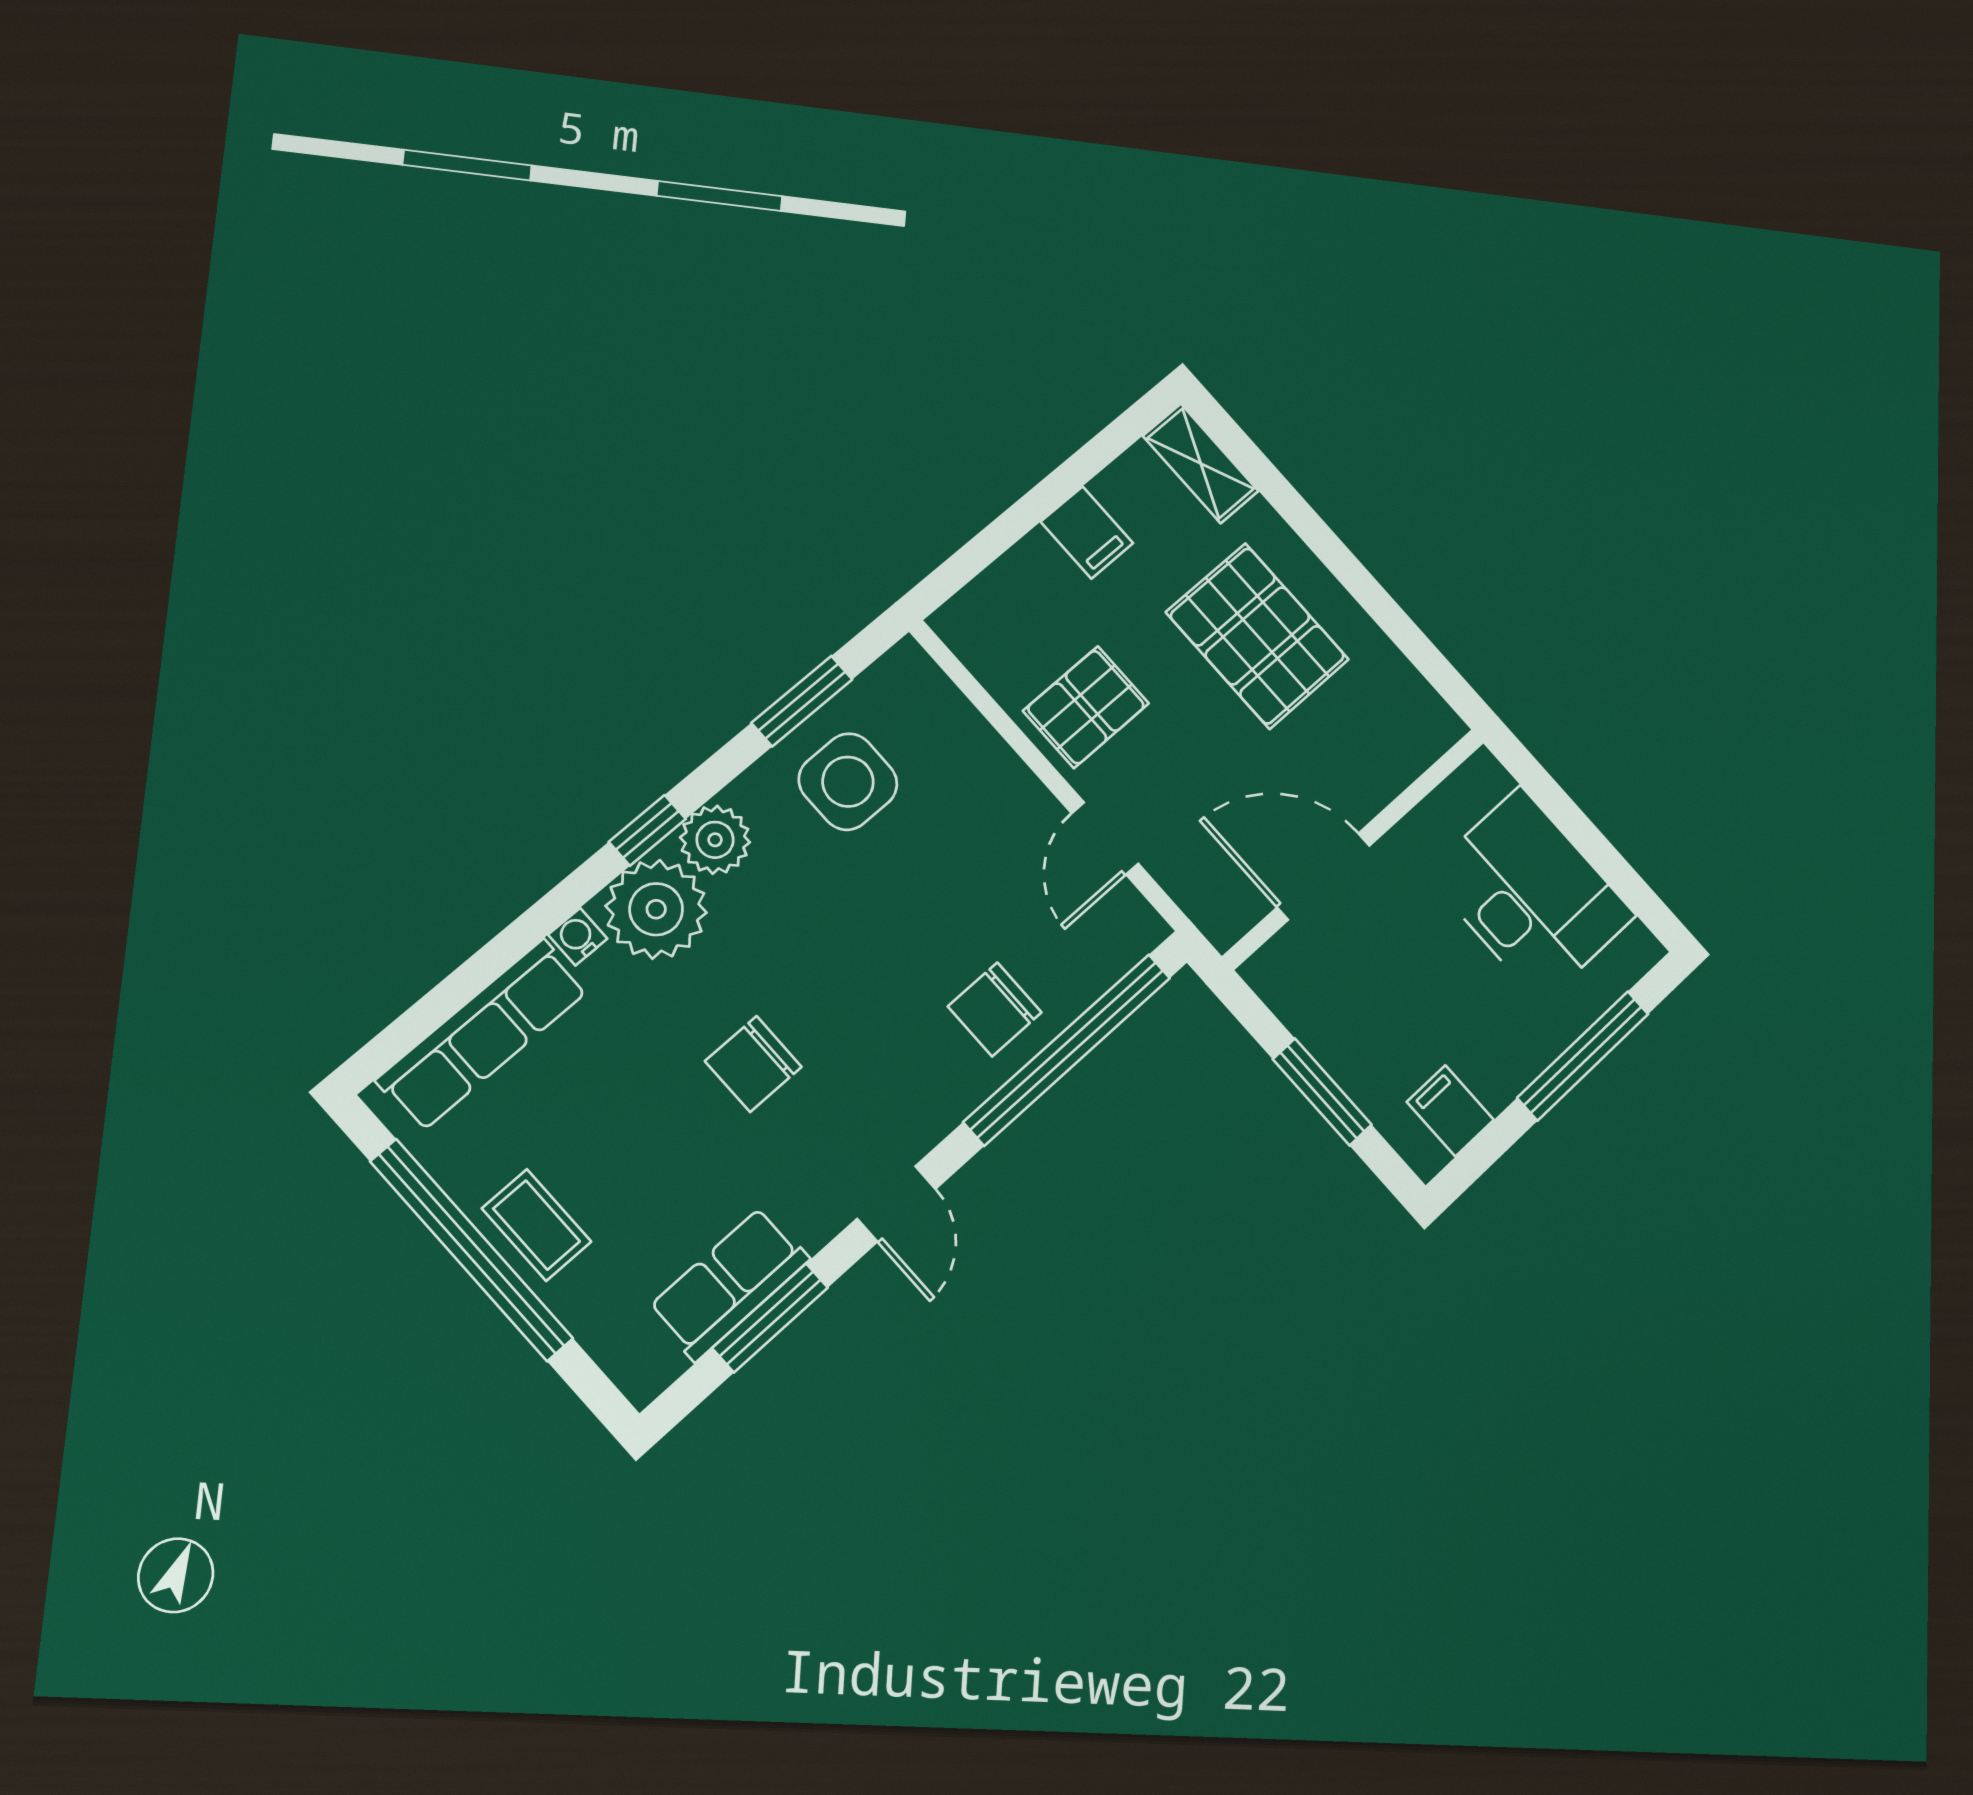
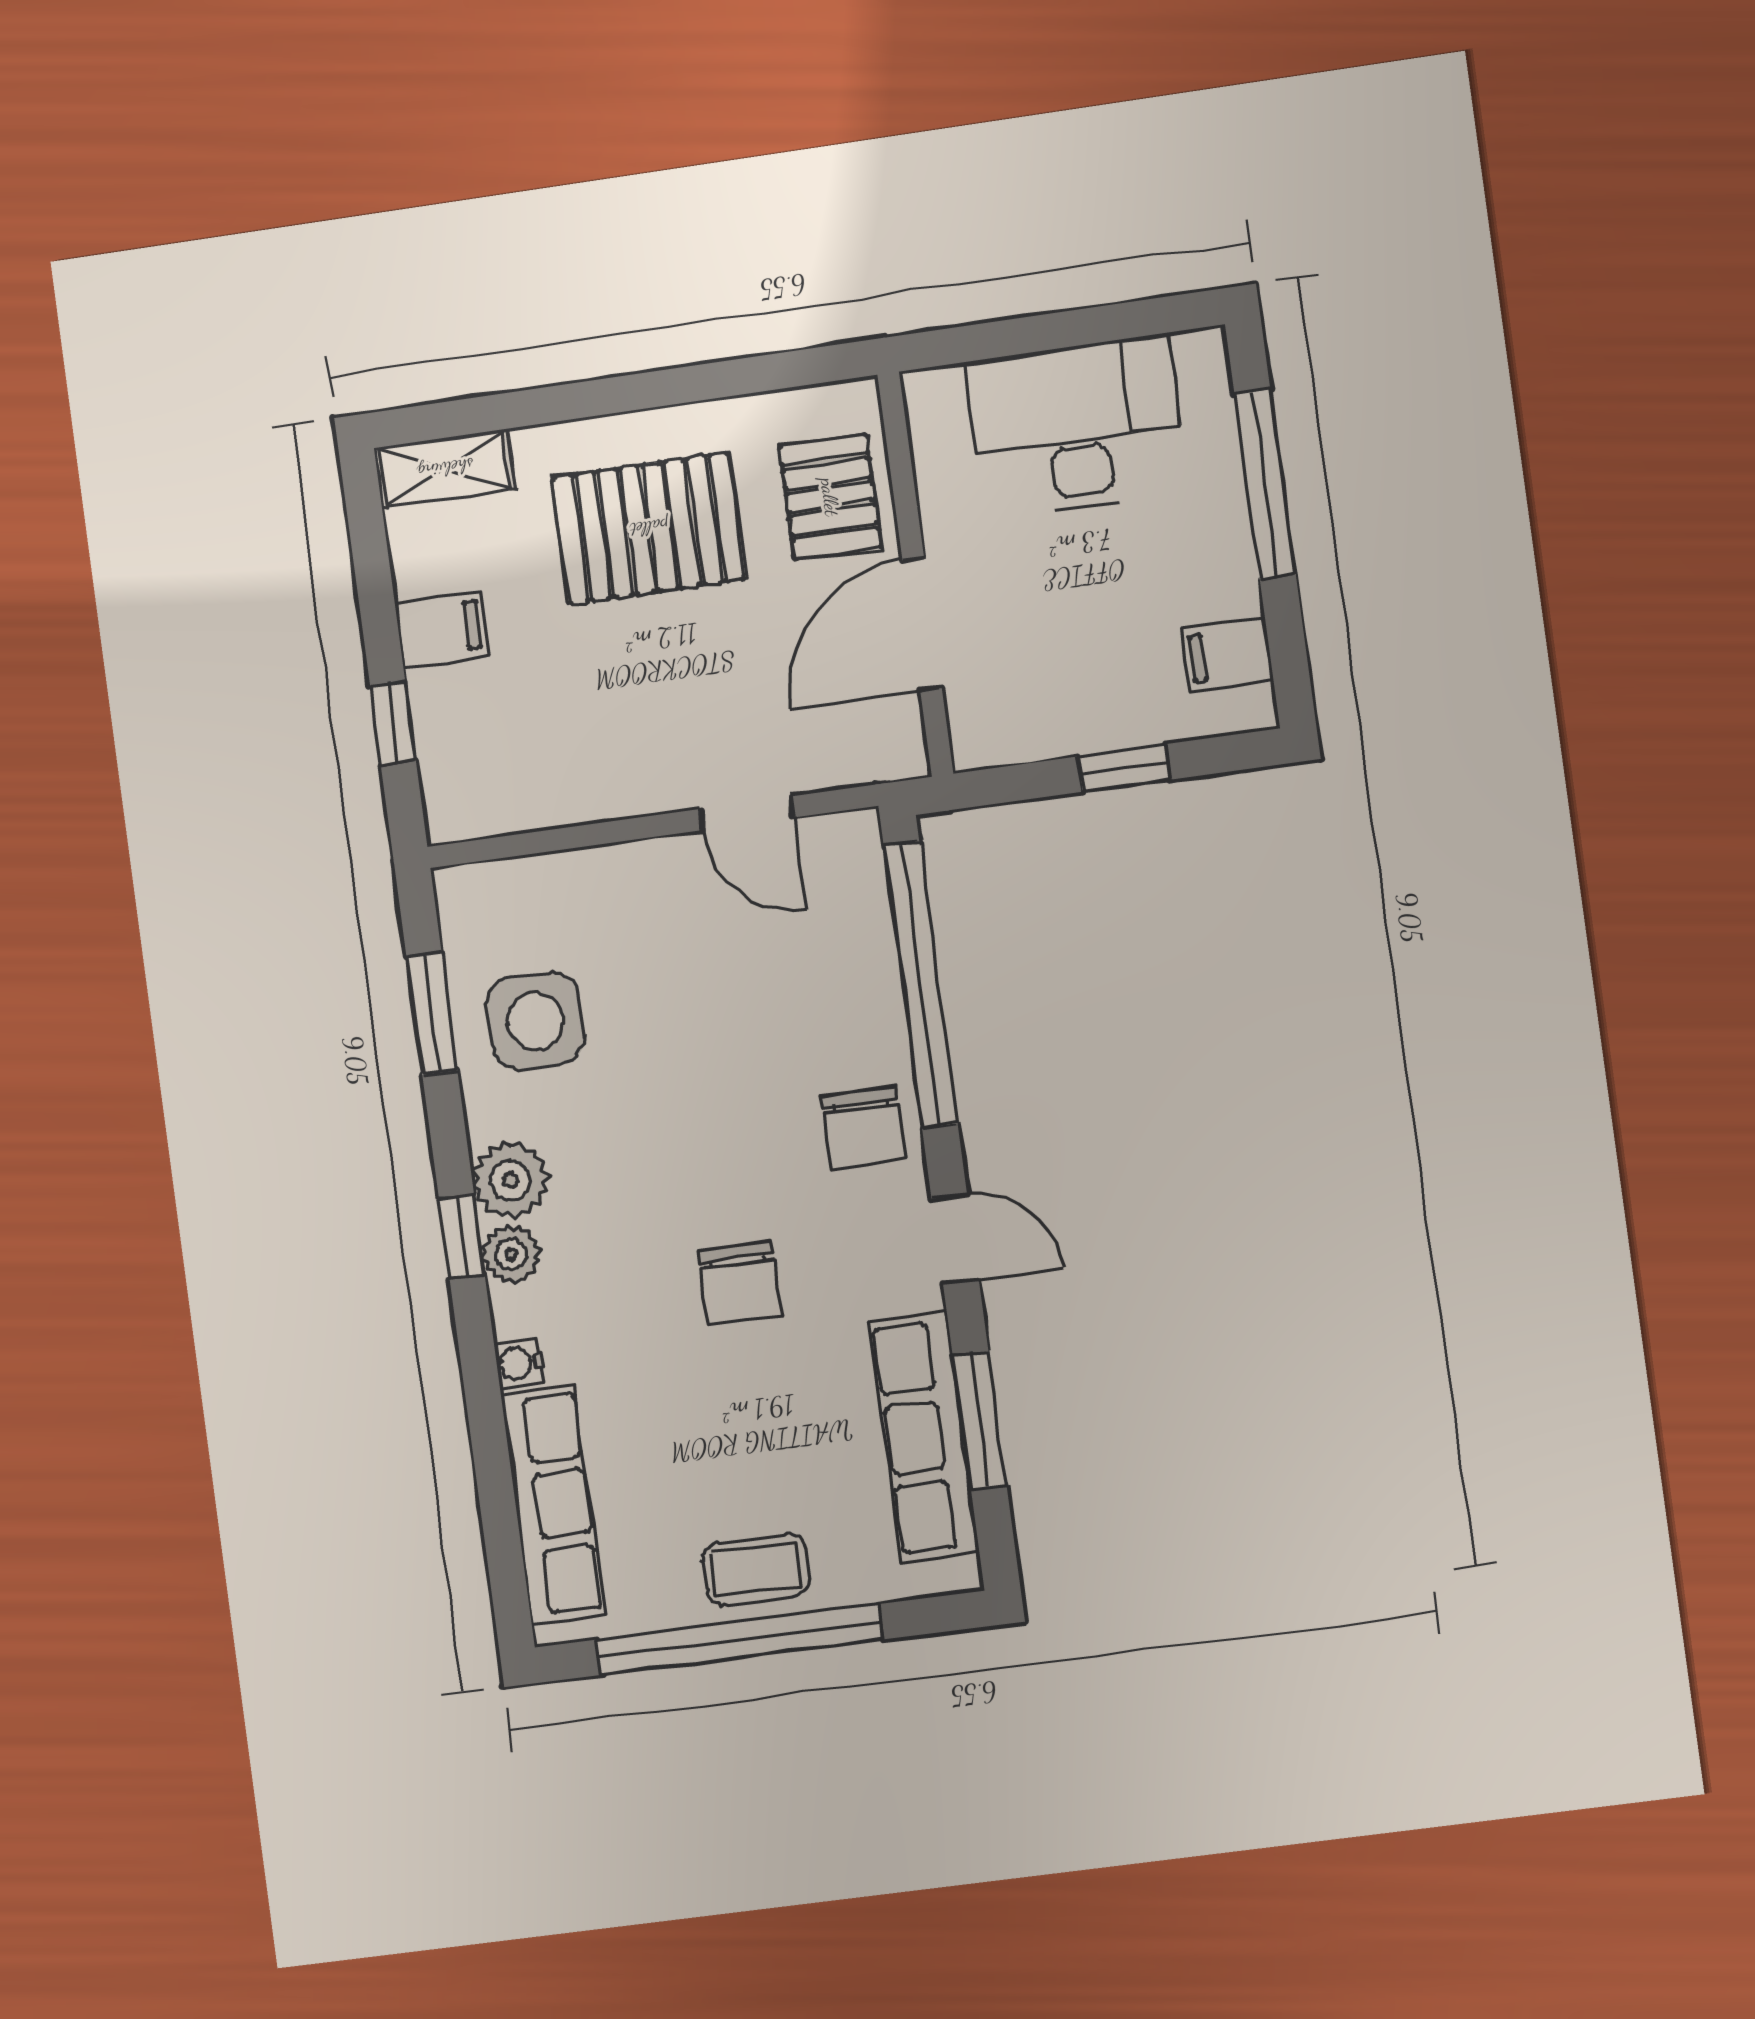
window: (996, 539) -> (393, 723), added
pallet: (1086, 707) -> (830, 497), moved
plant: (656, 909) -> (511, 1254), width x0.53, depth x0.53
chair: (995, 1009) -> (863, 1128), moved
window: (1322, 1092) -> (1124, 768), width x0.67
row of seats: (729, 1284) -> (924, 1436), width x1.48

